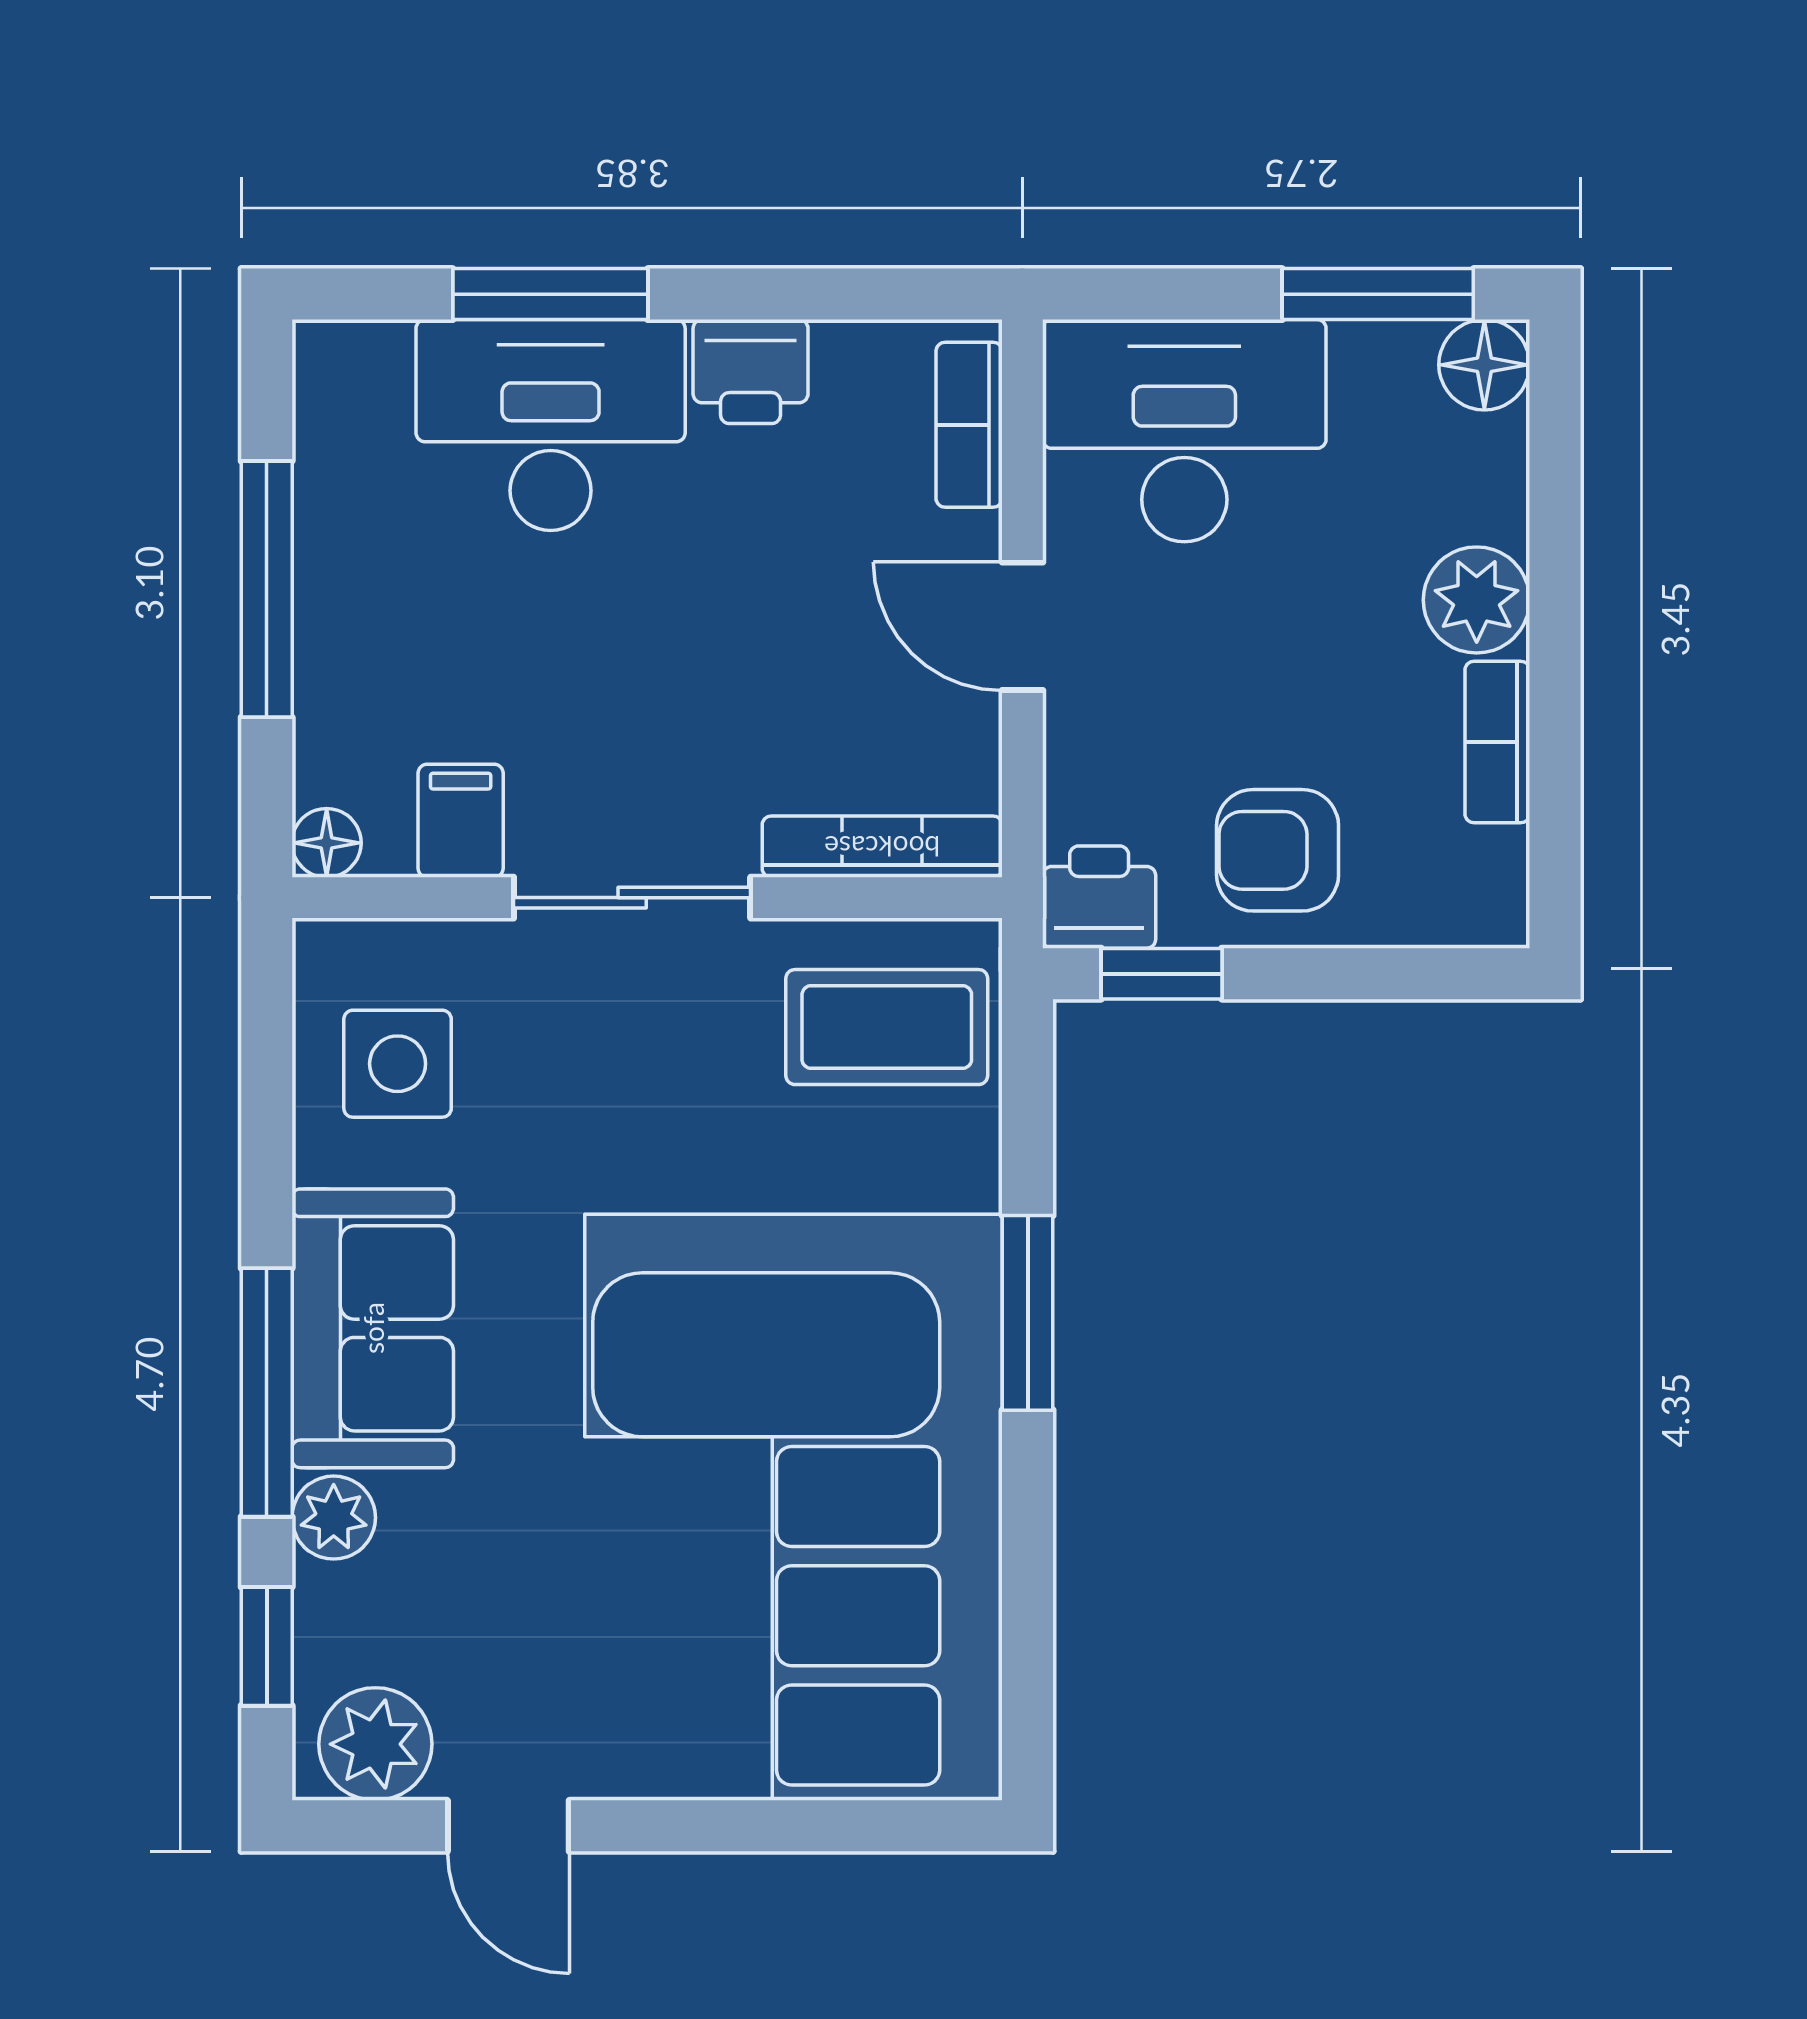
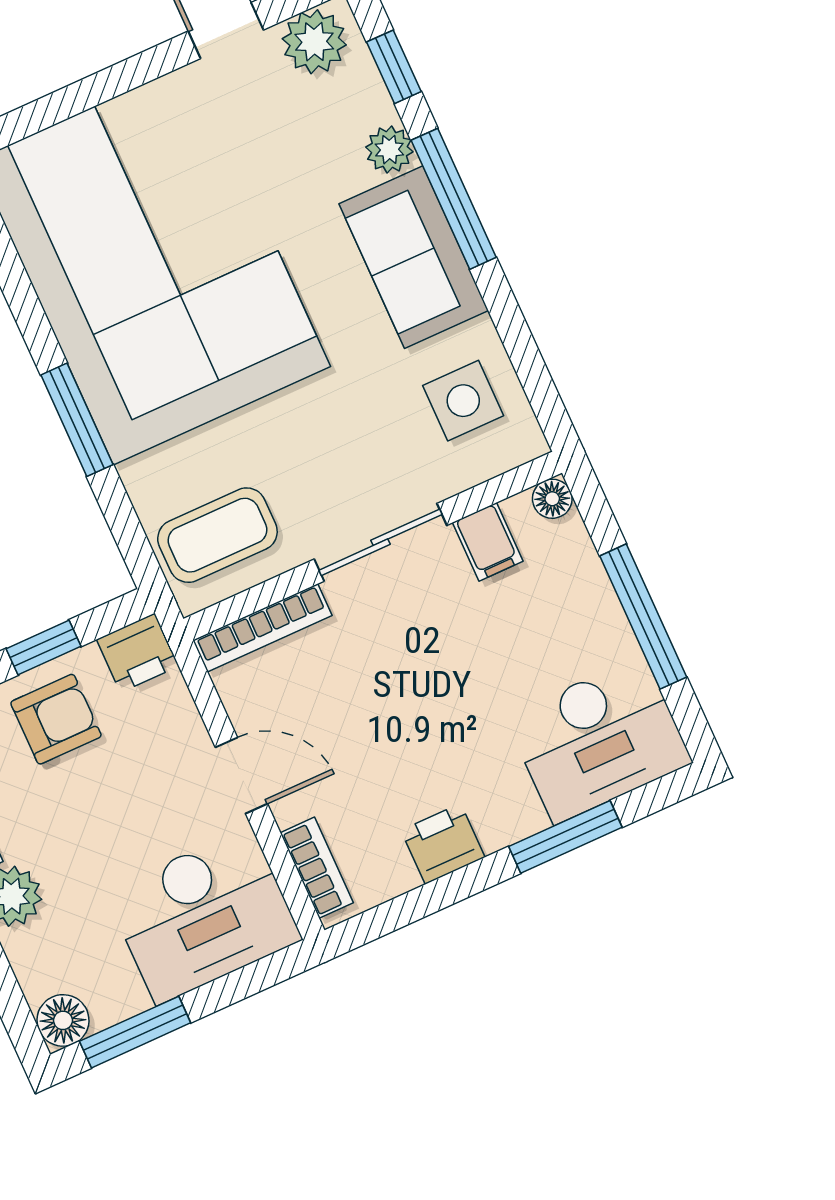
desk: (551, 425) -> (599, 740), moved
window: (1162, 974) -> (43, 647), moved

